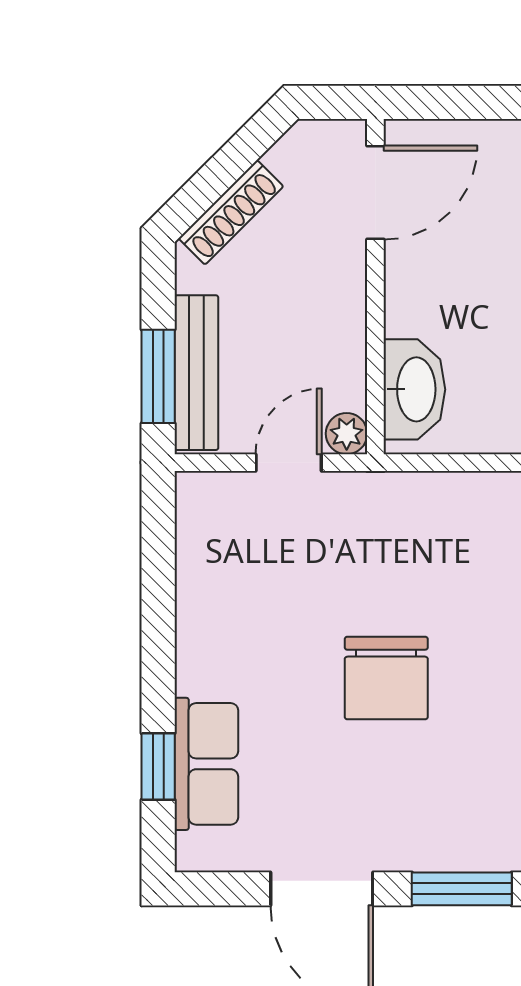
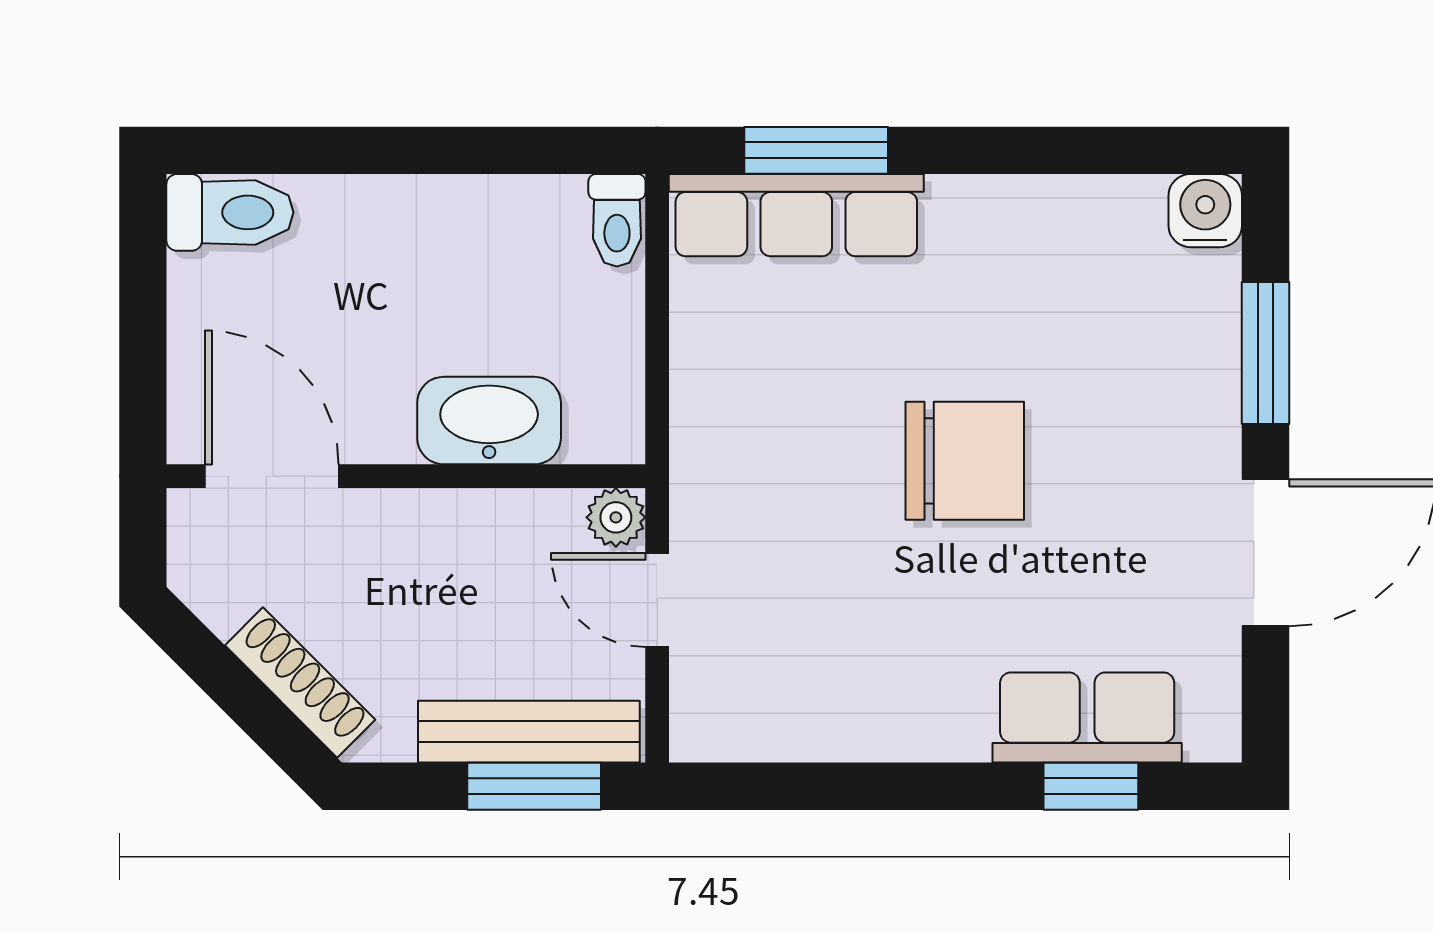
washbasin: (414, 389) -> (489, 421), moved

